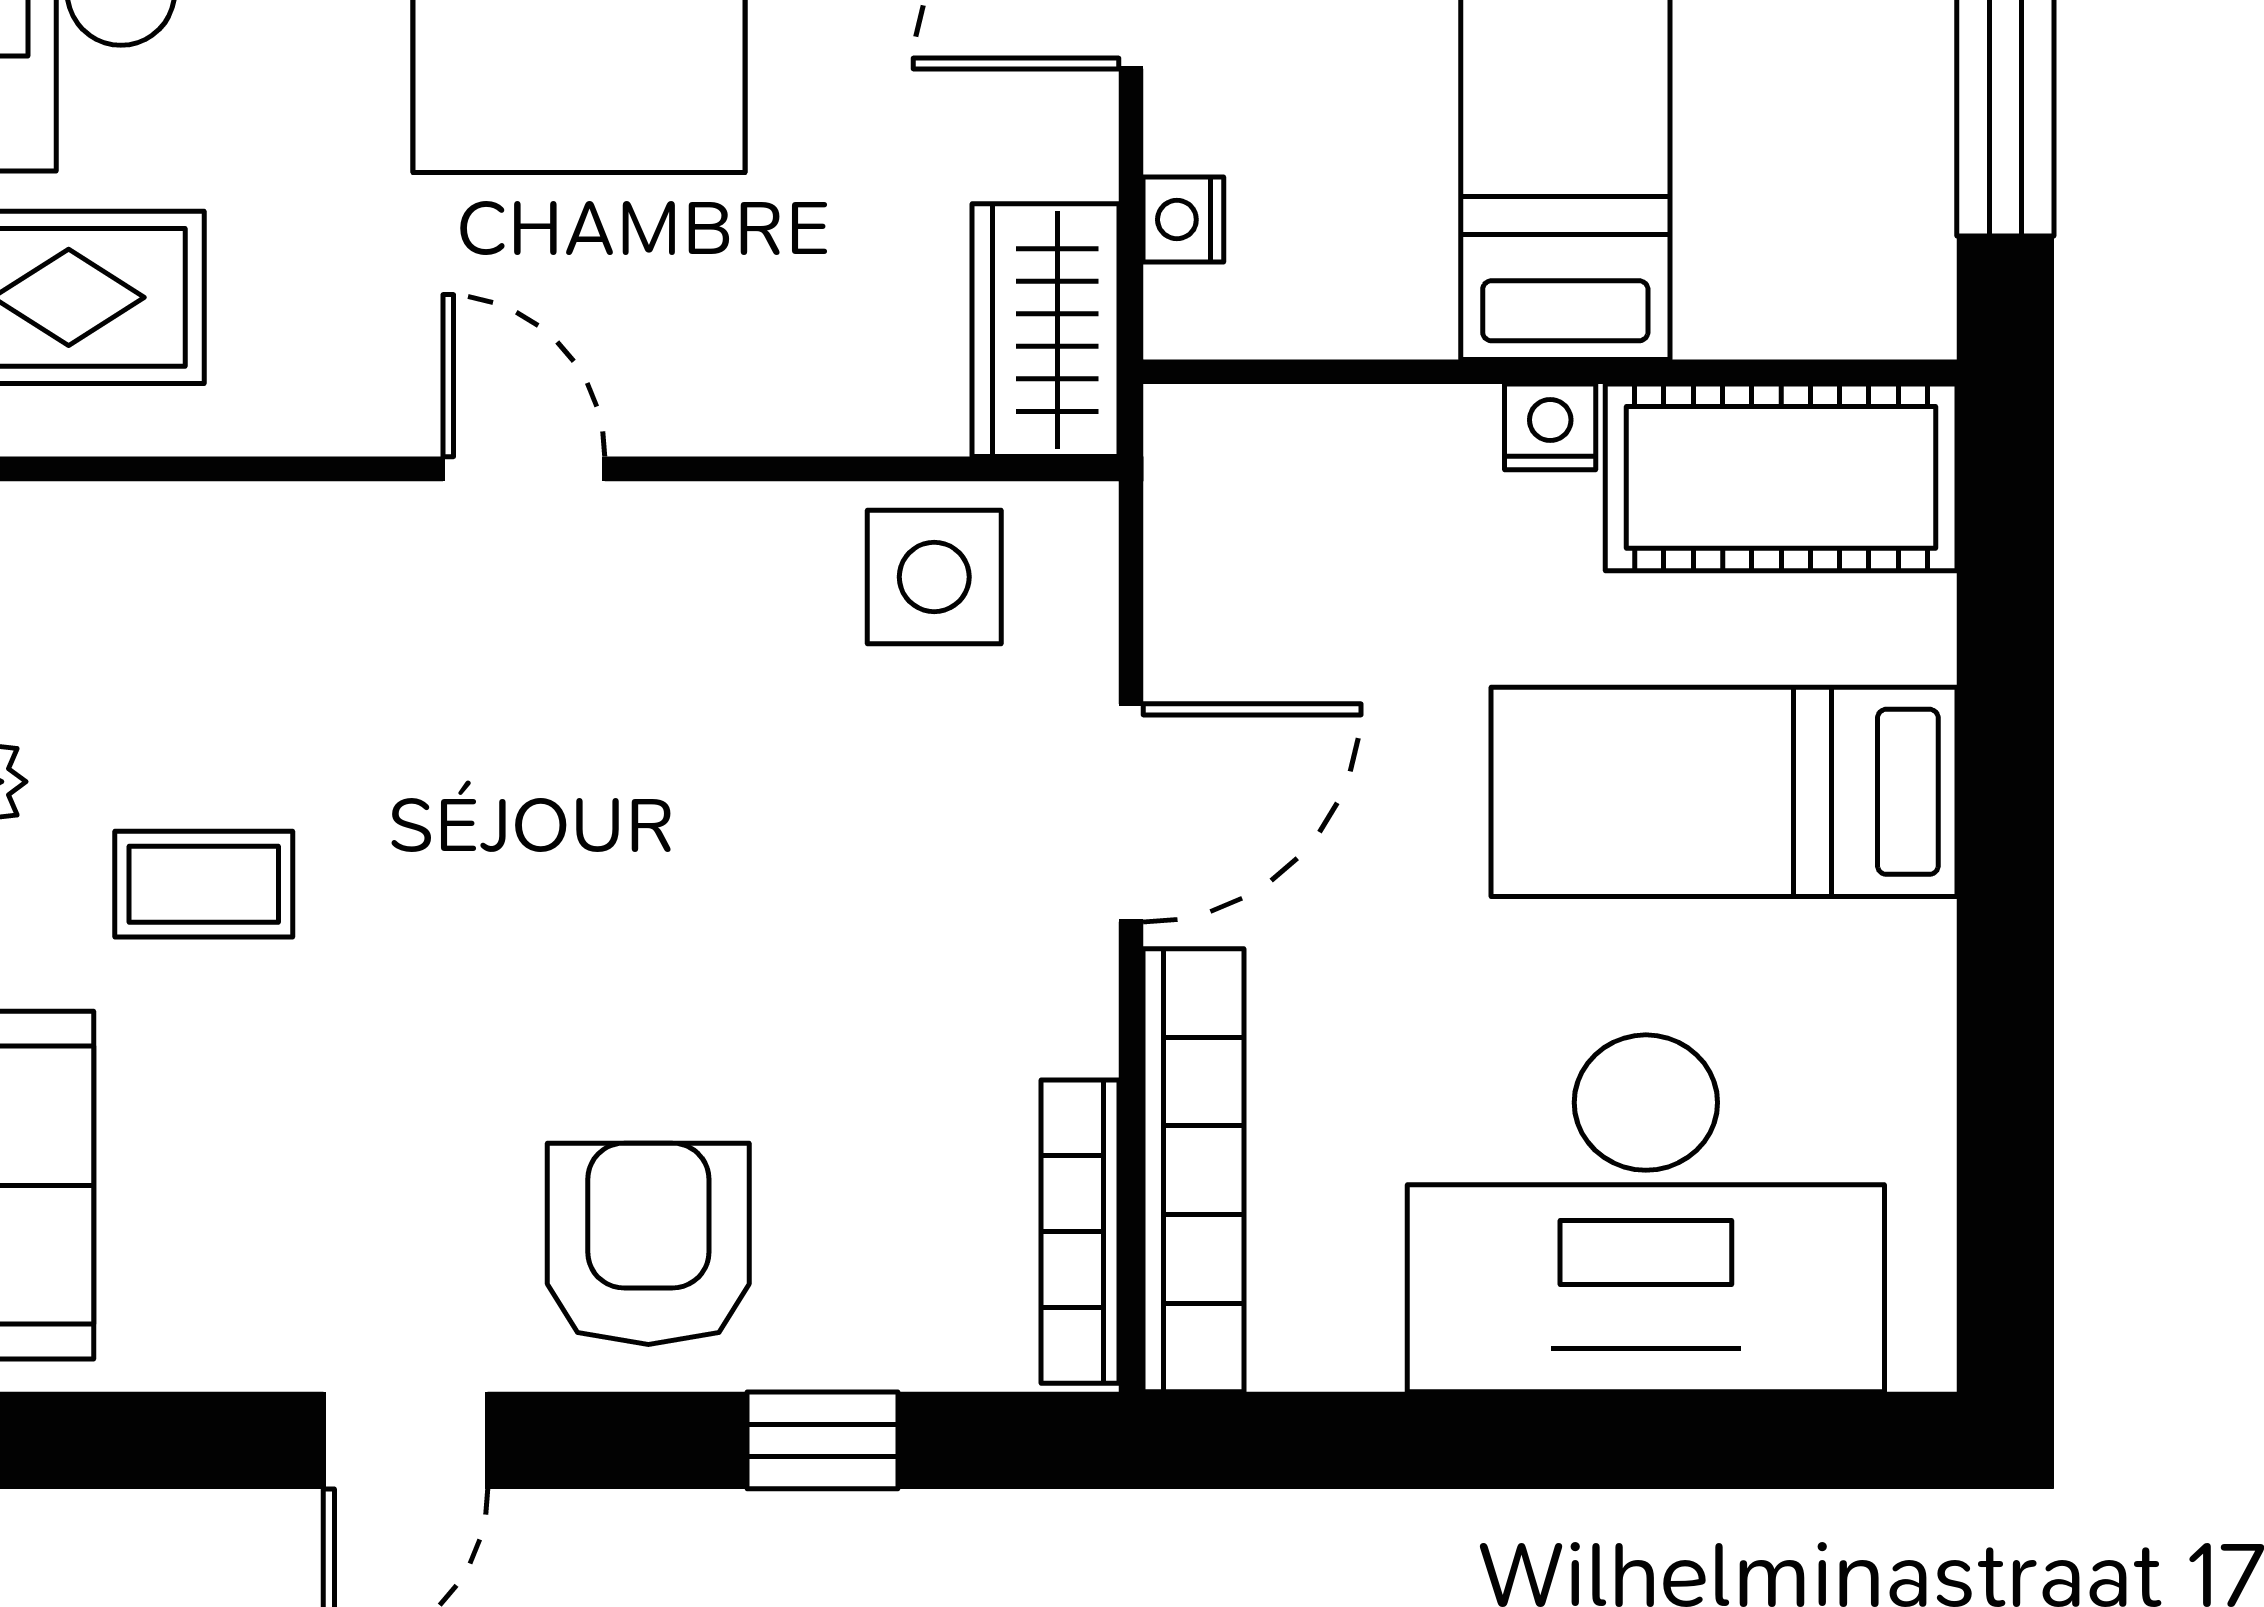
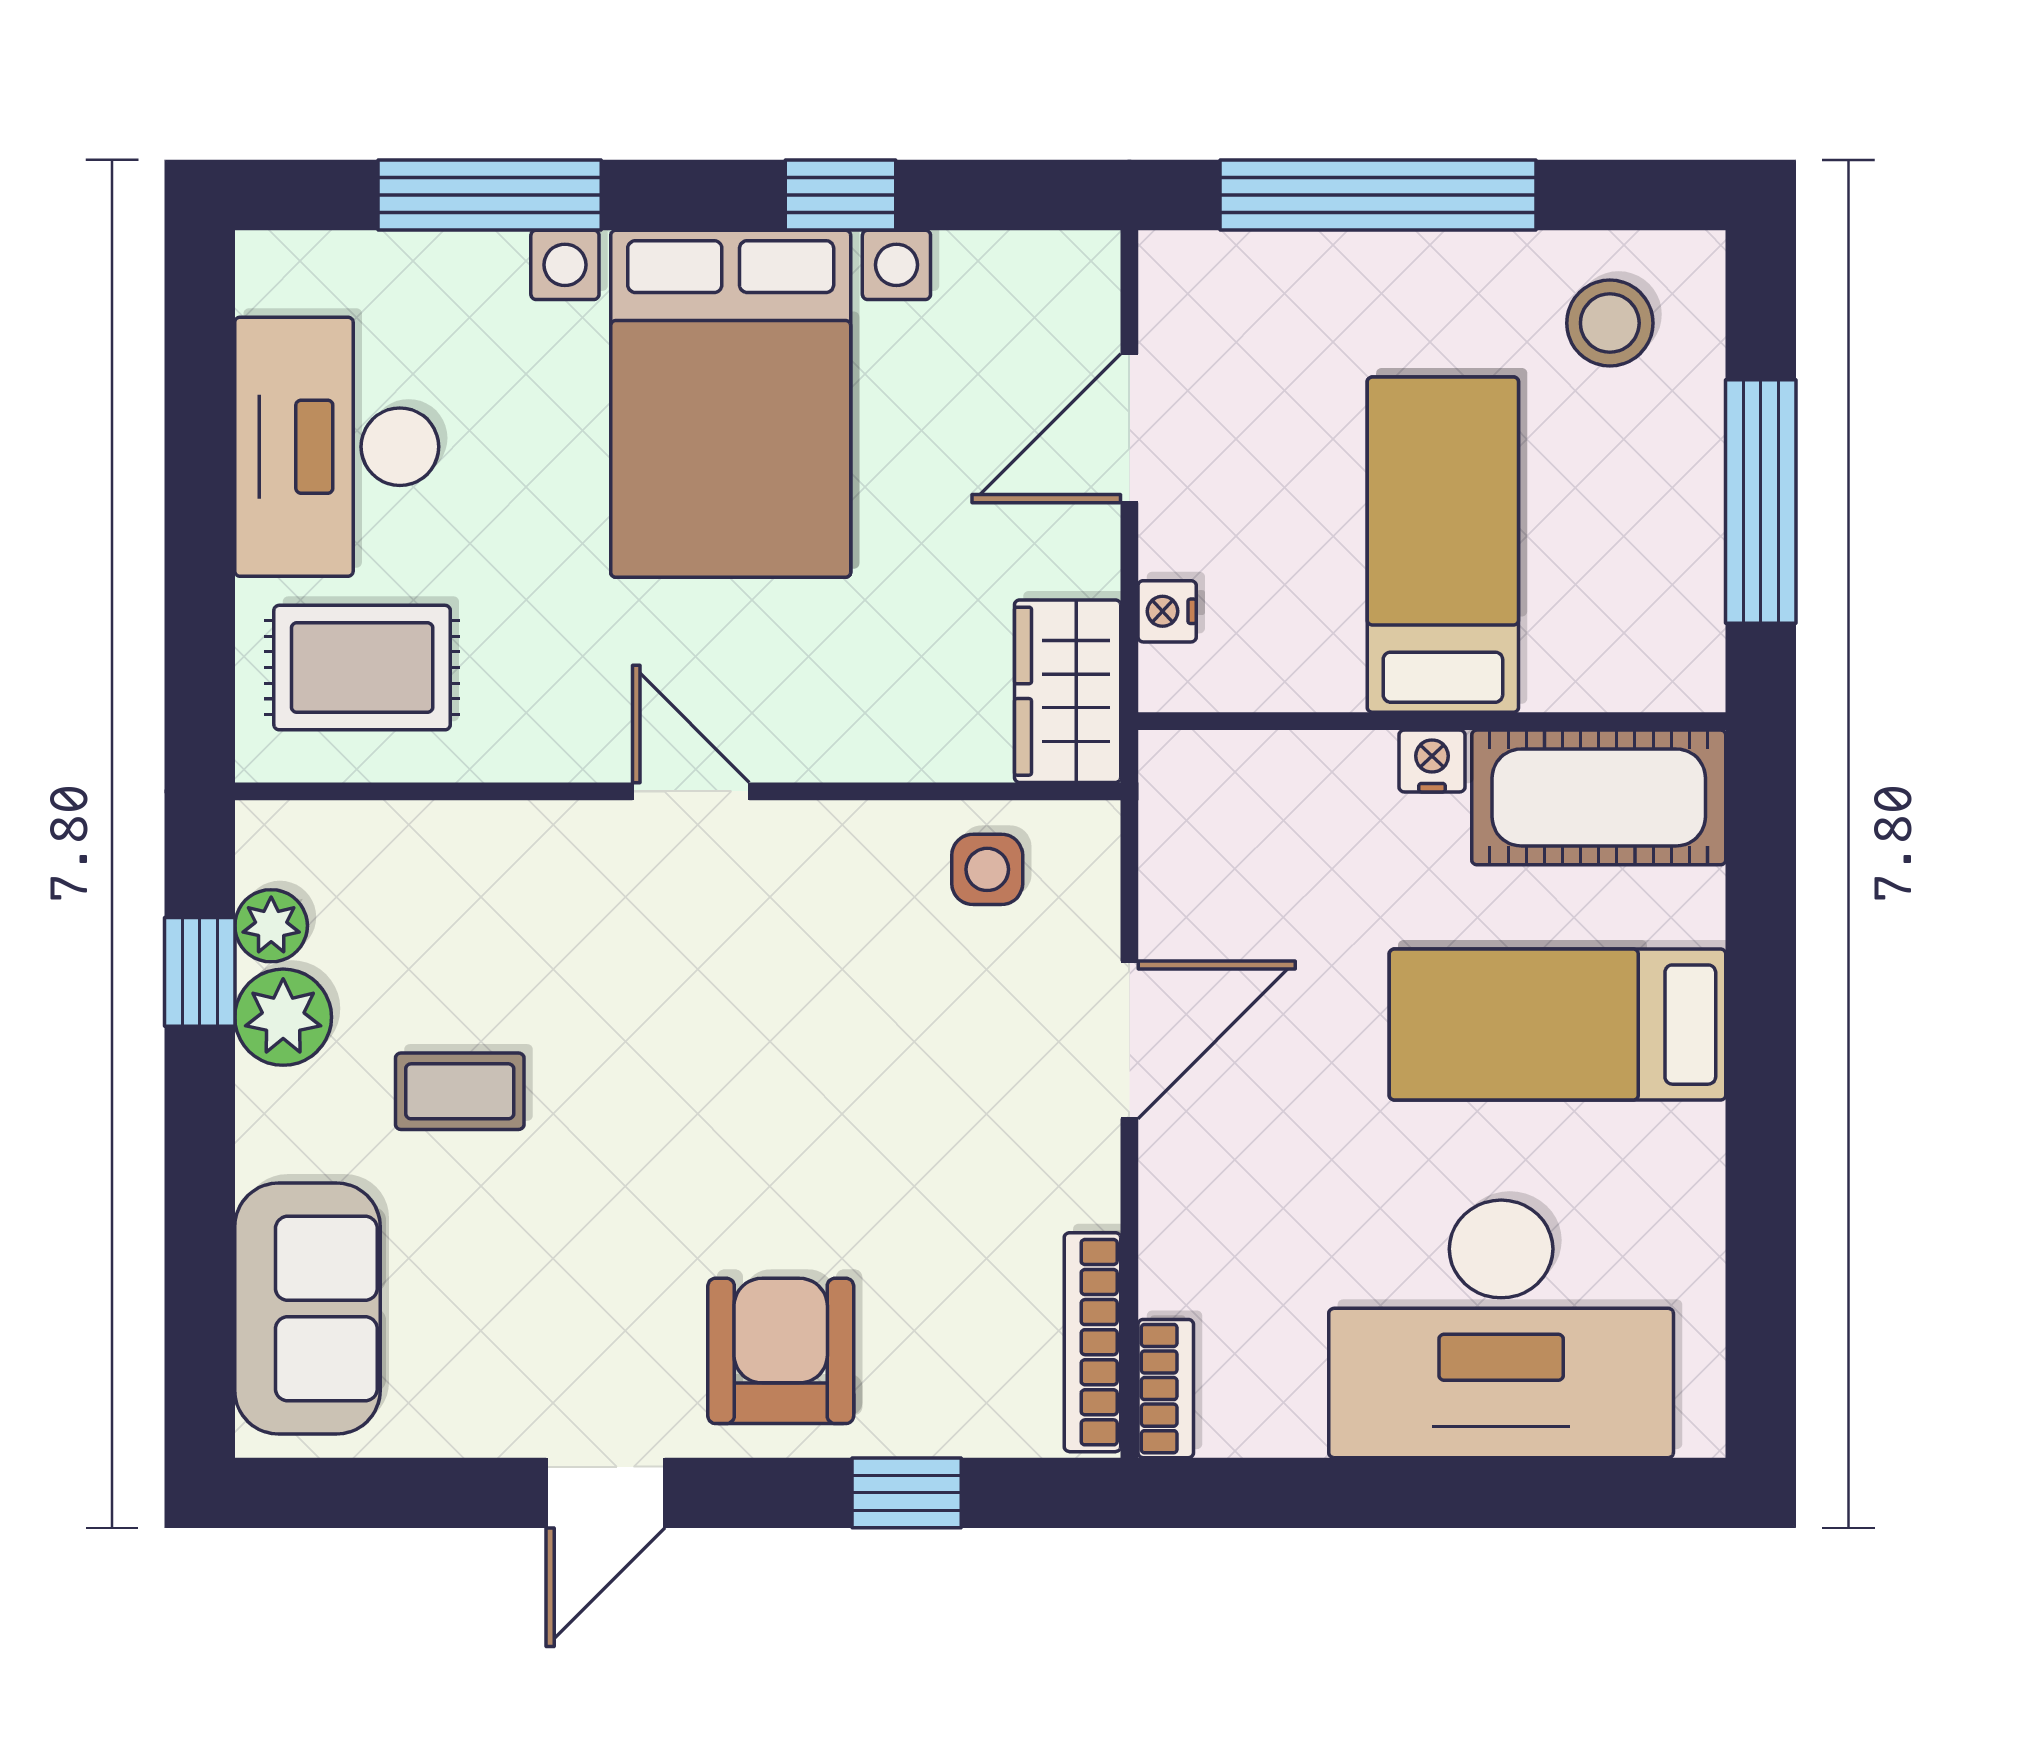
side table: (934, 577) -> (987, 869), width x0.73, depth x0.73
bookcase: (1193, 1170) -> (1166, 1389), width x0.43, depth x0.76

